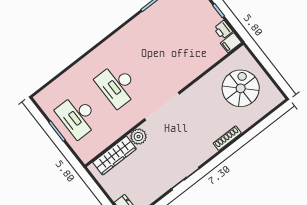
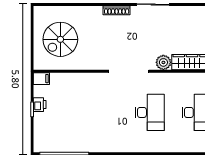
printer: (223, 30) -> (40, 105), moved
shoe rack: (227, 138) -> (117, 10), moved

